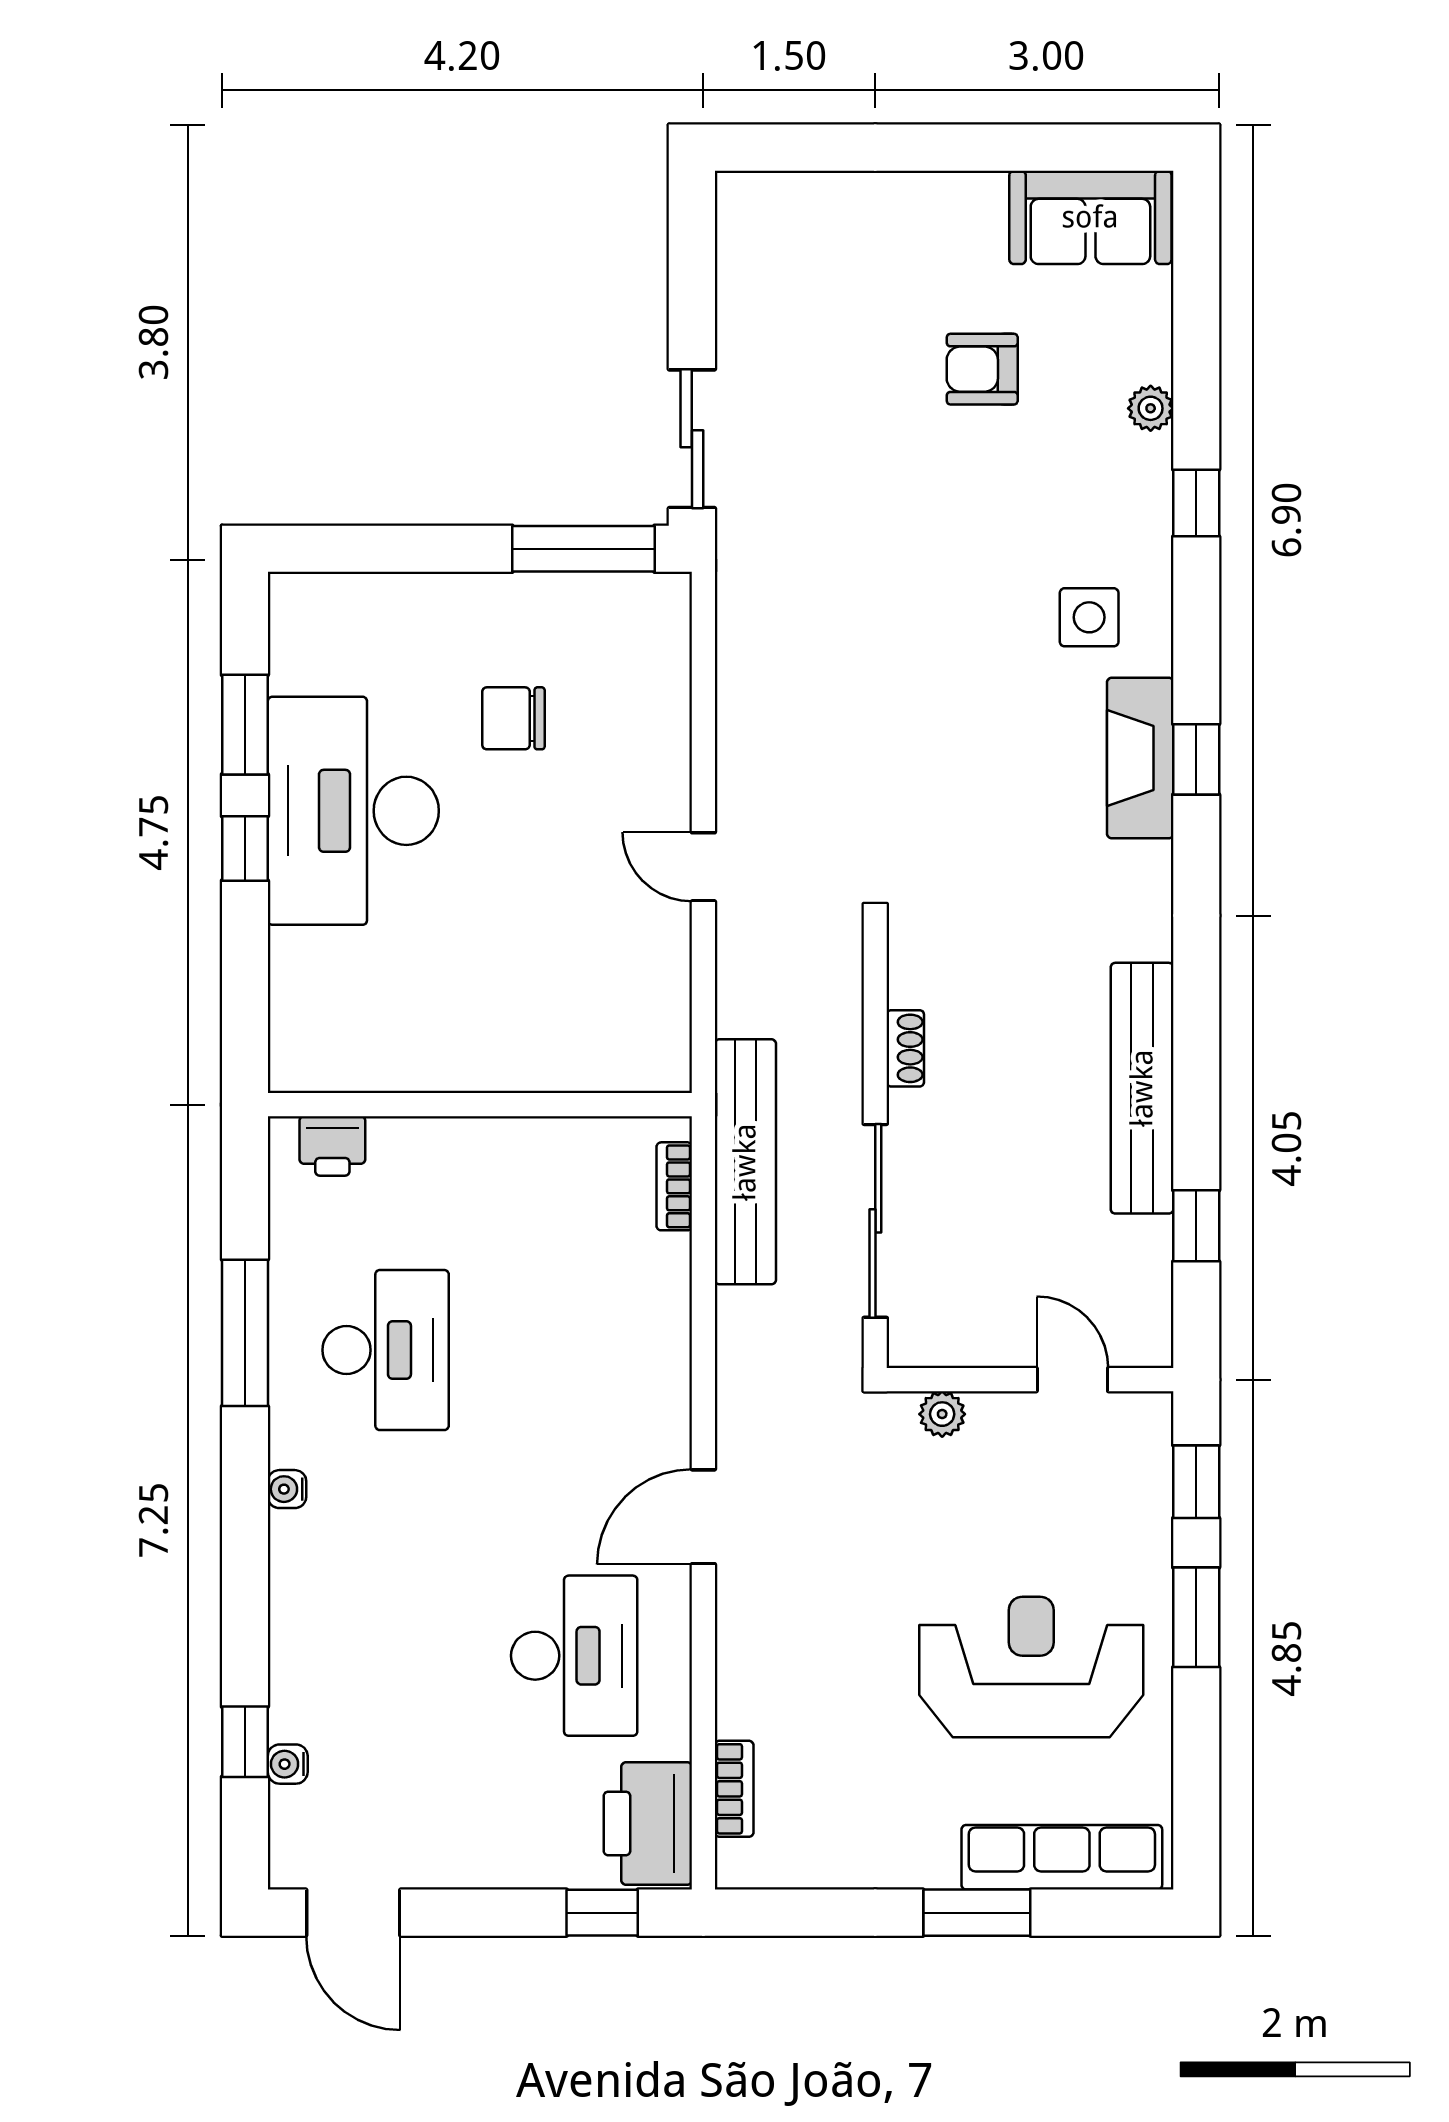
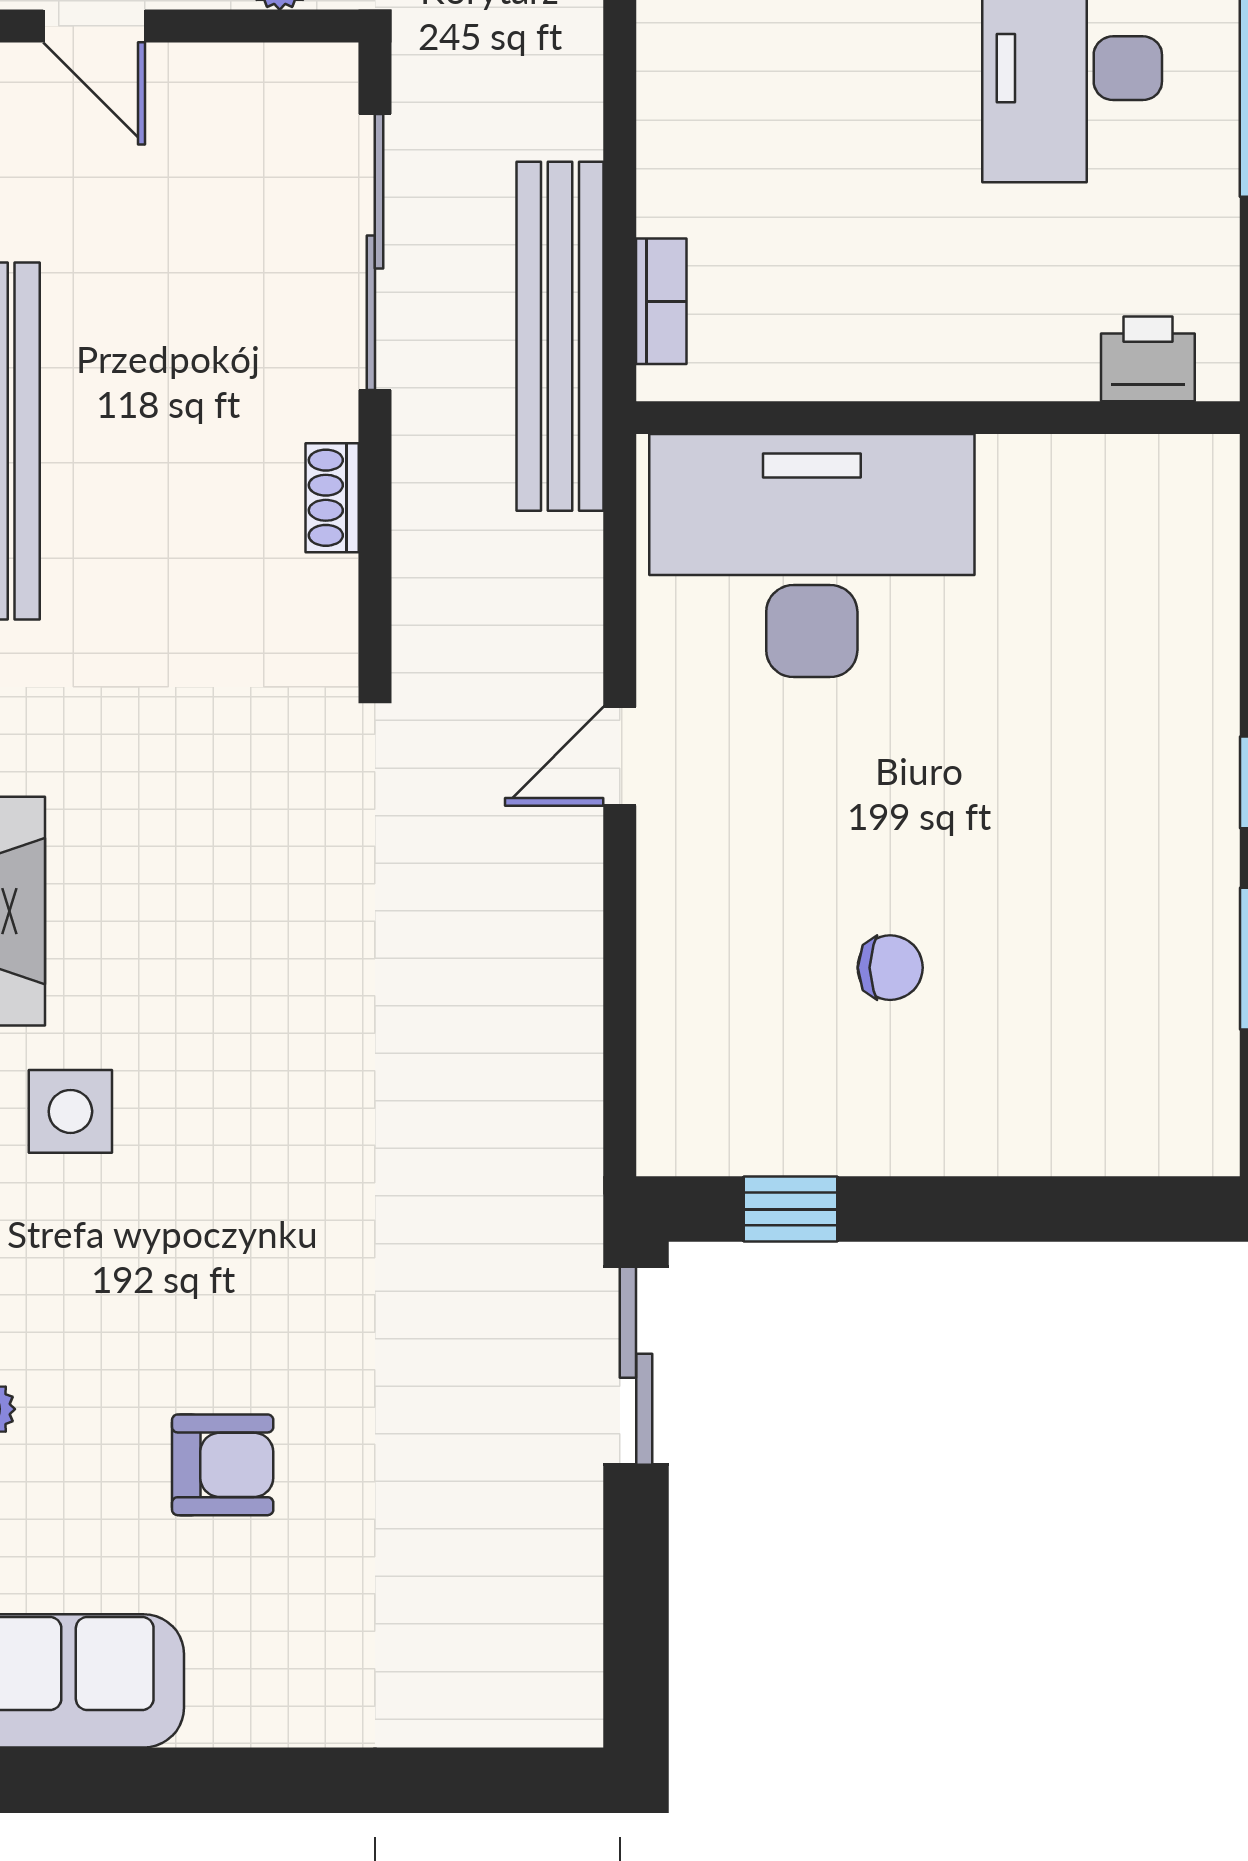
window: (583, 549) -> (790, 1209), width x0.46
chair: (513, 718) -> (890, 968), width x0.73, depth x0.73
desk: (353, 811) -> (812, 556), moved, turned -90
door: (703, 867) -> (620, 756), swing flipped

